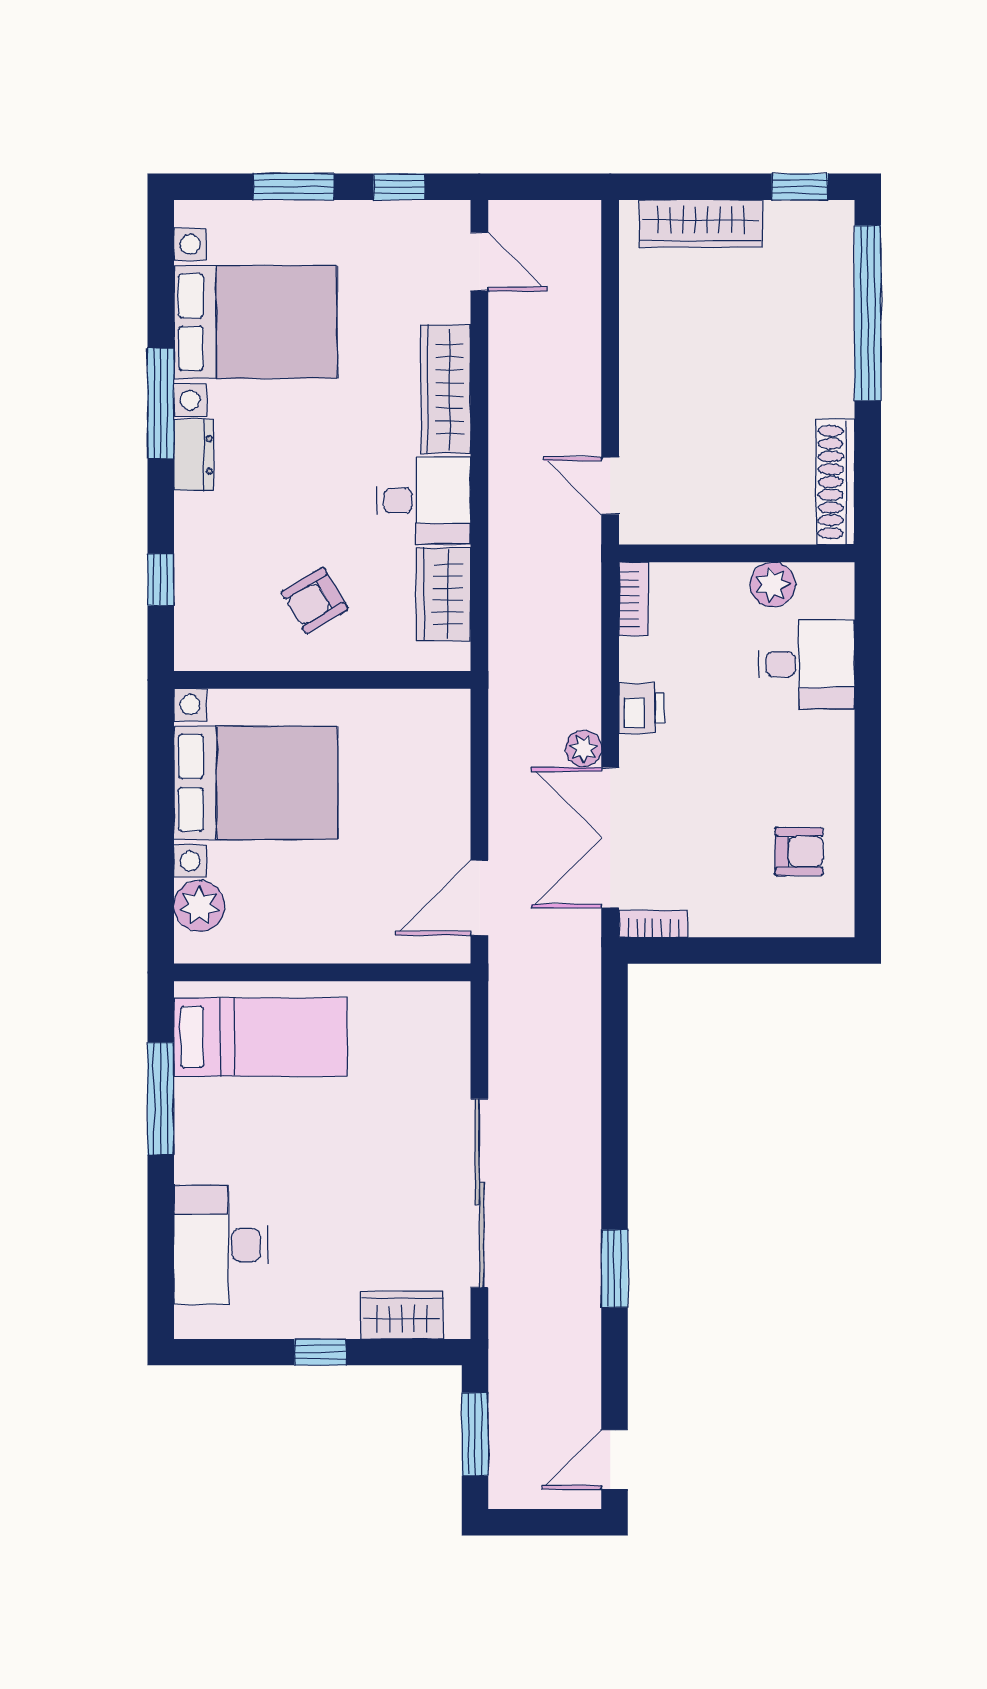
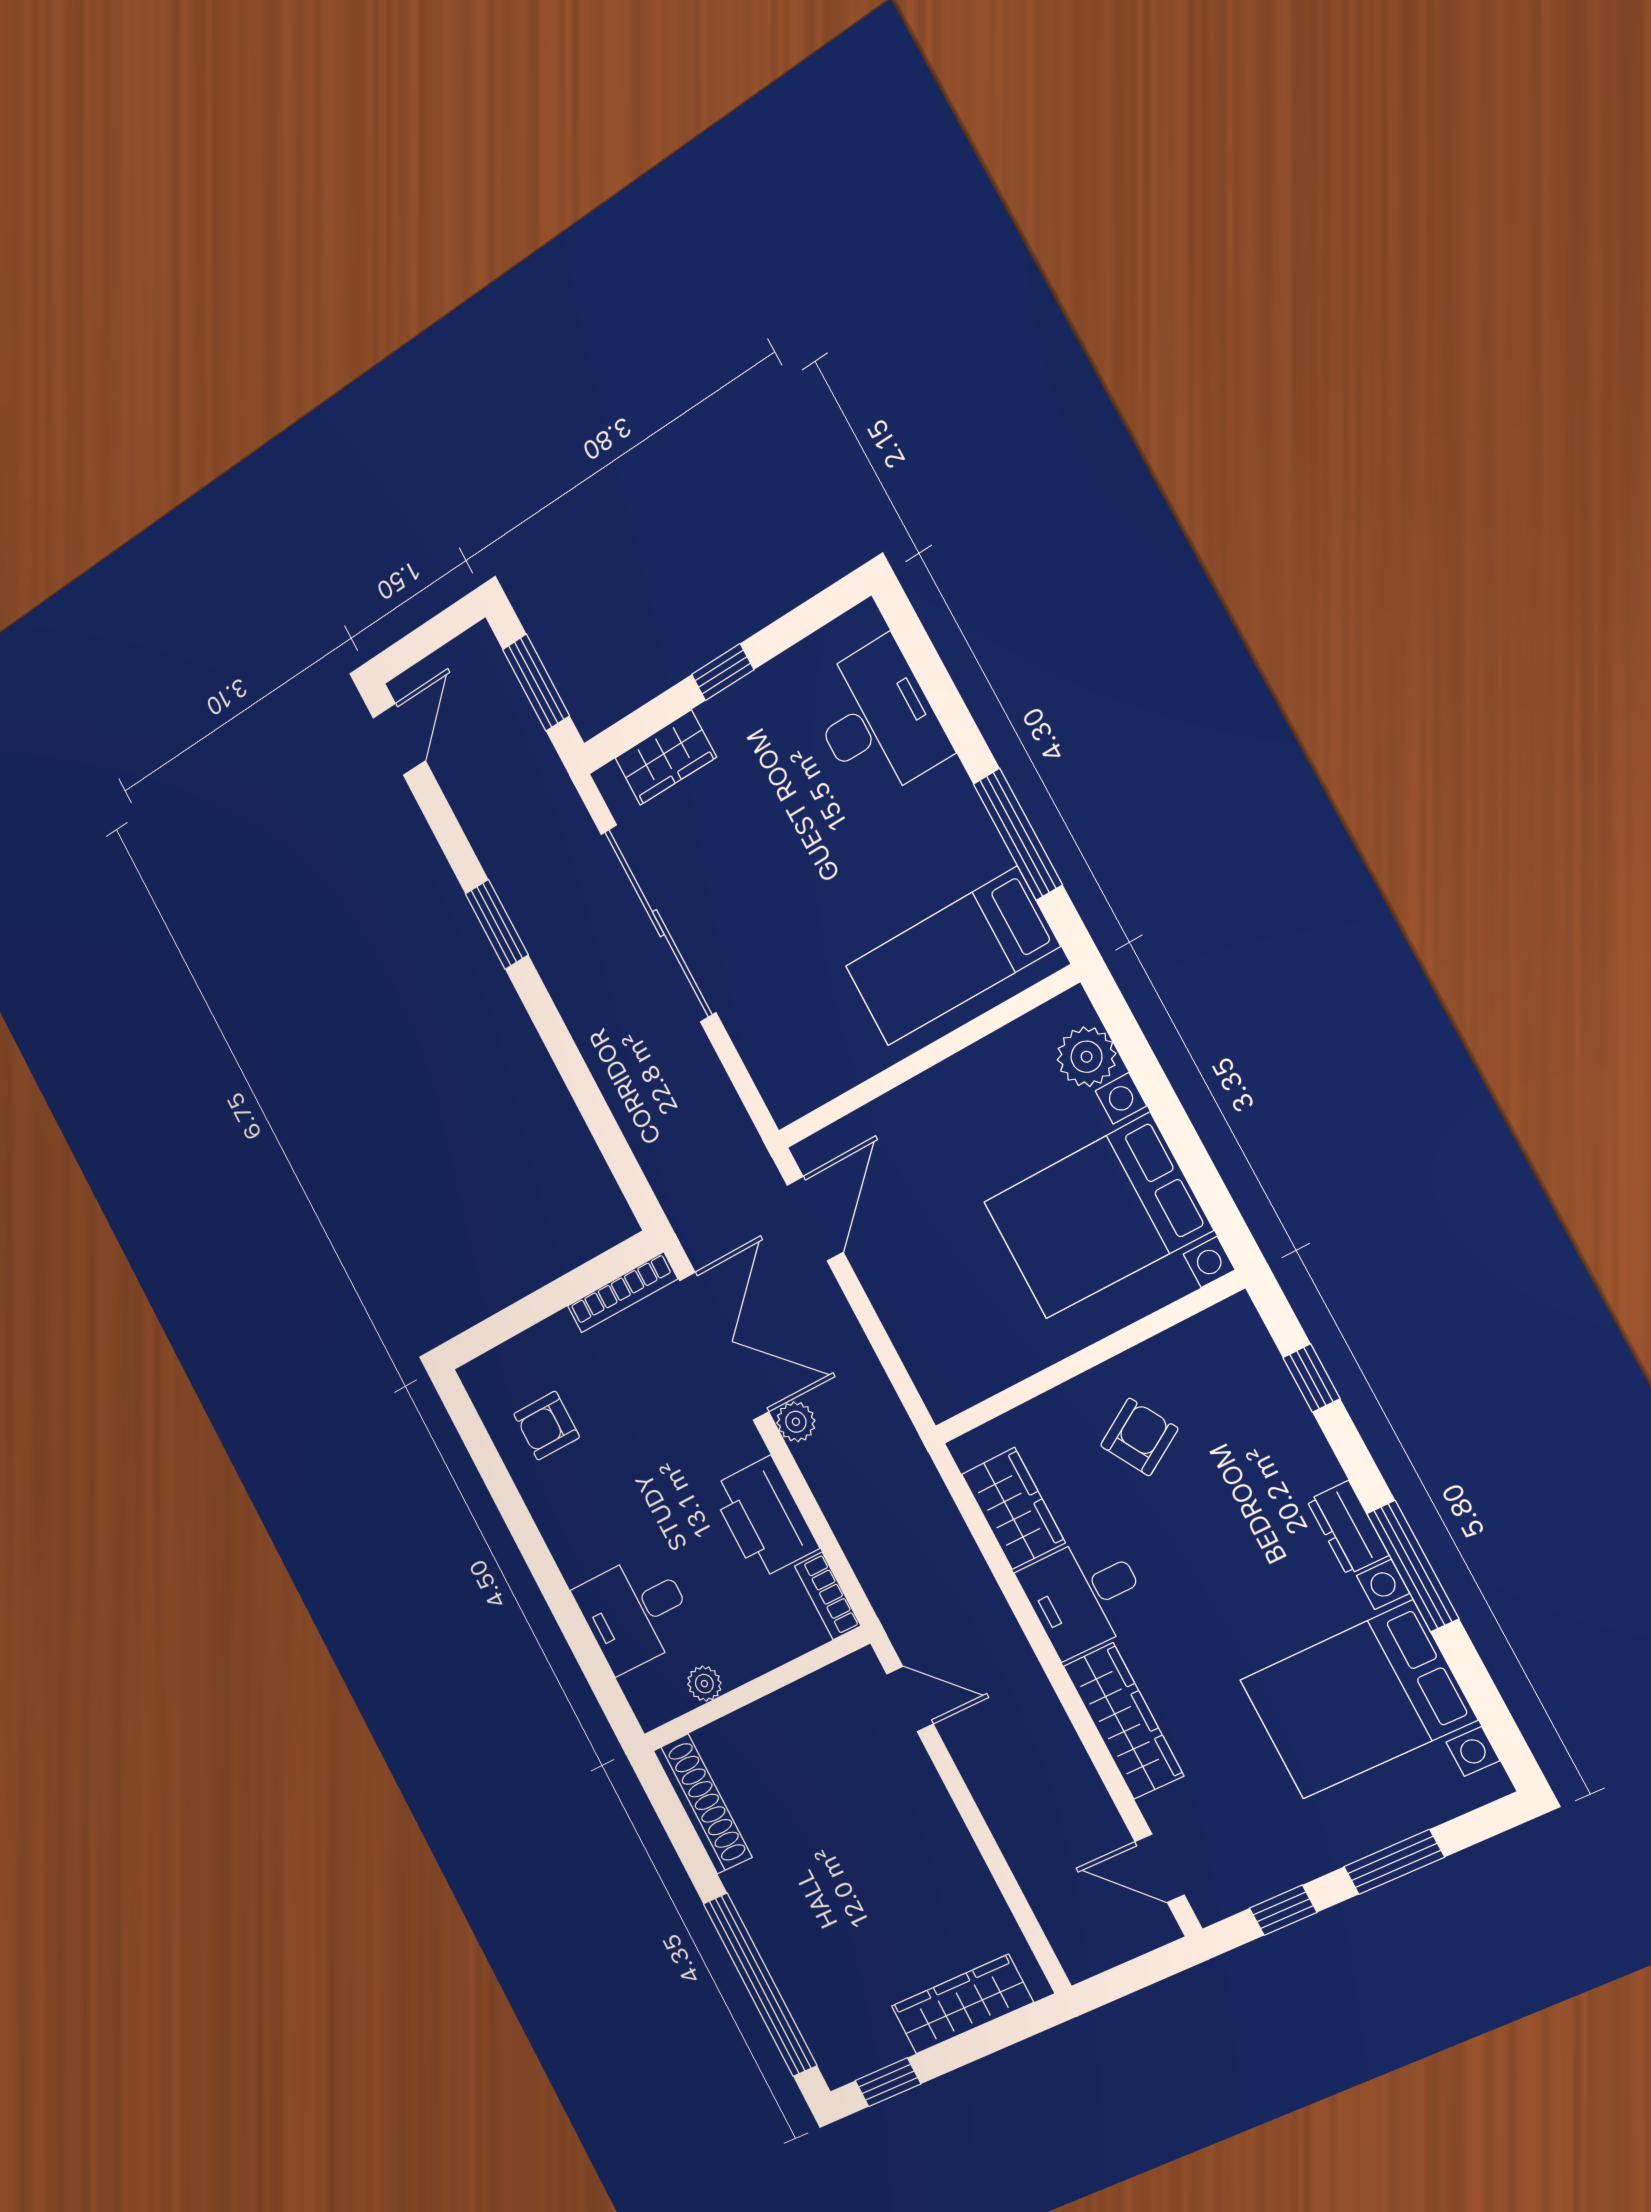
plant: (773, 585) -> (704, 1684), width x0.73, depth x0.73
printer: (642, 708) -> (764, 1518), width x1.87, depth x1.48
bookcase: (653, 924) -> (623, 1292), width x1.56

